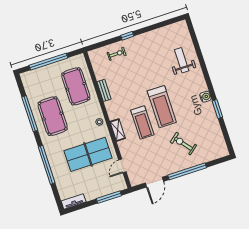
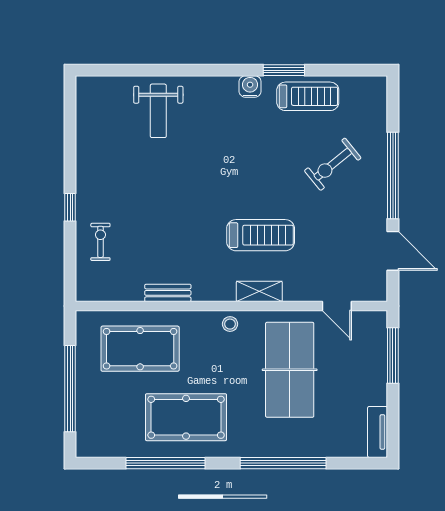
weight bench: (182, 60) -> (158, 111), turned -90
treadmill: (162, 107) -> (308, 96), moved, width x0.73, depth x0.73

